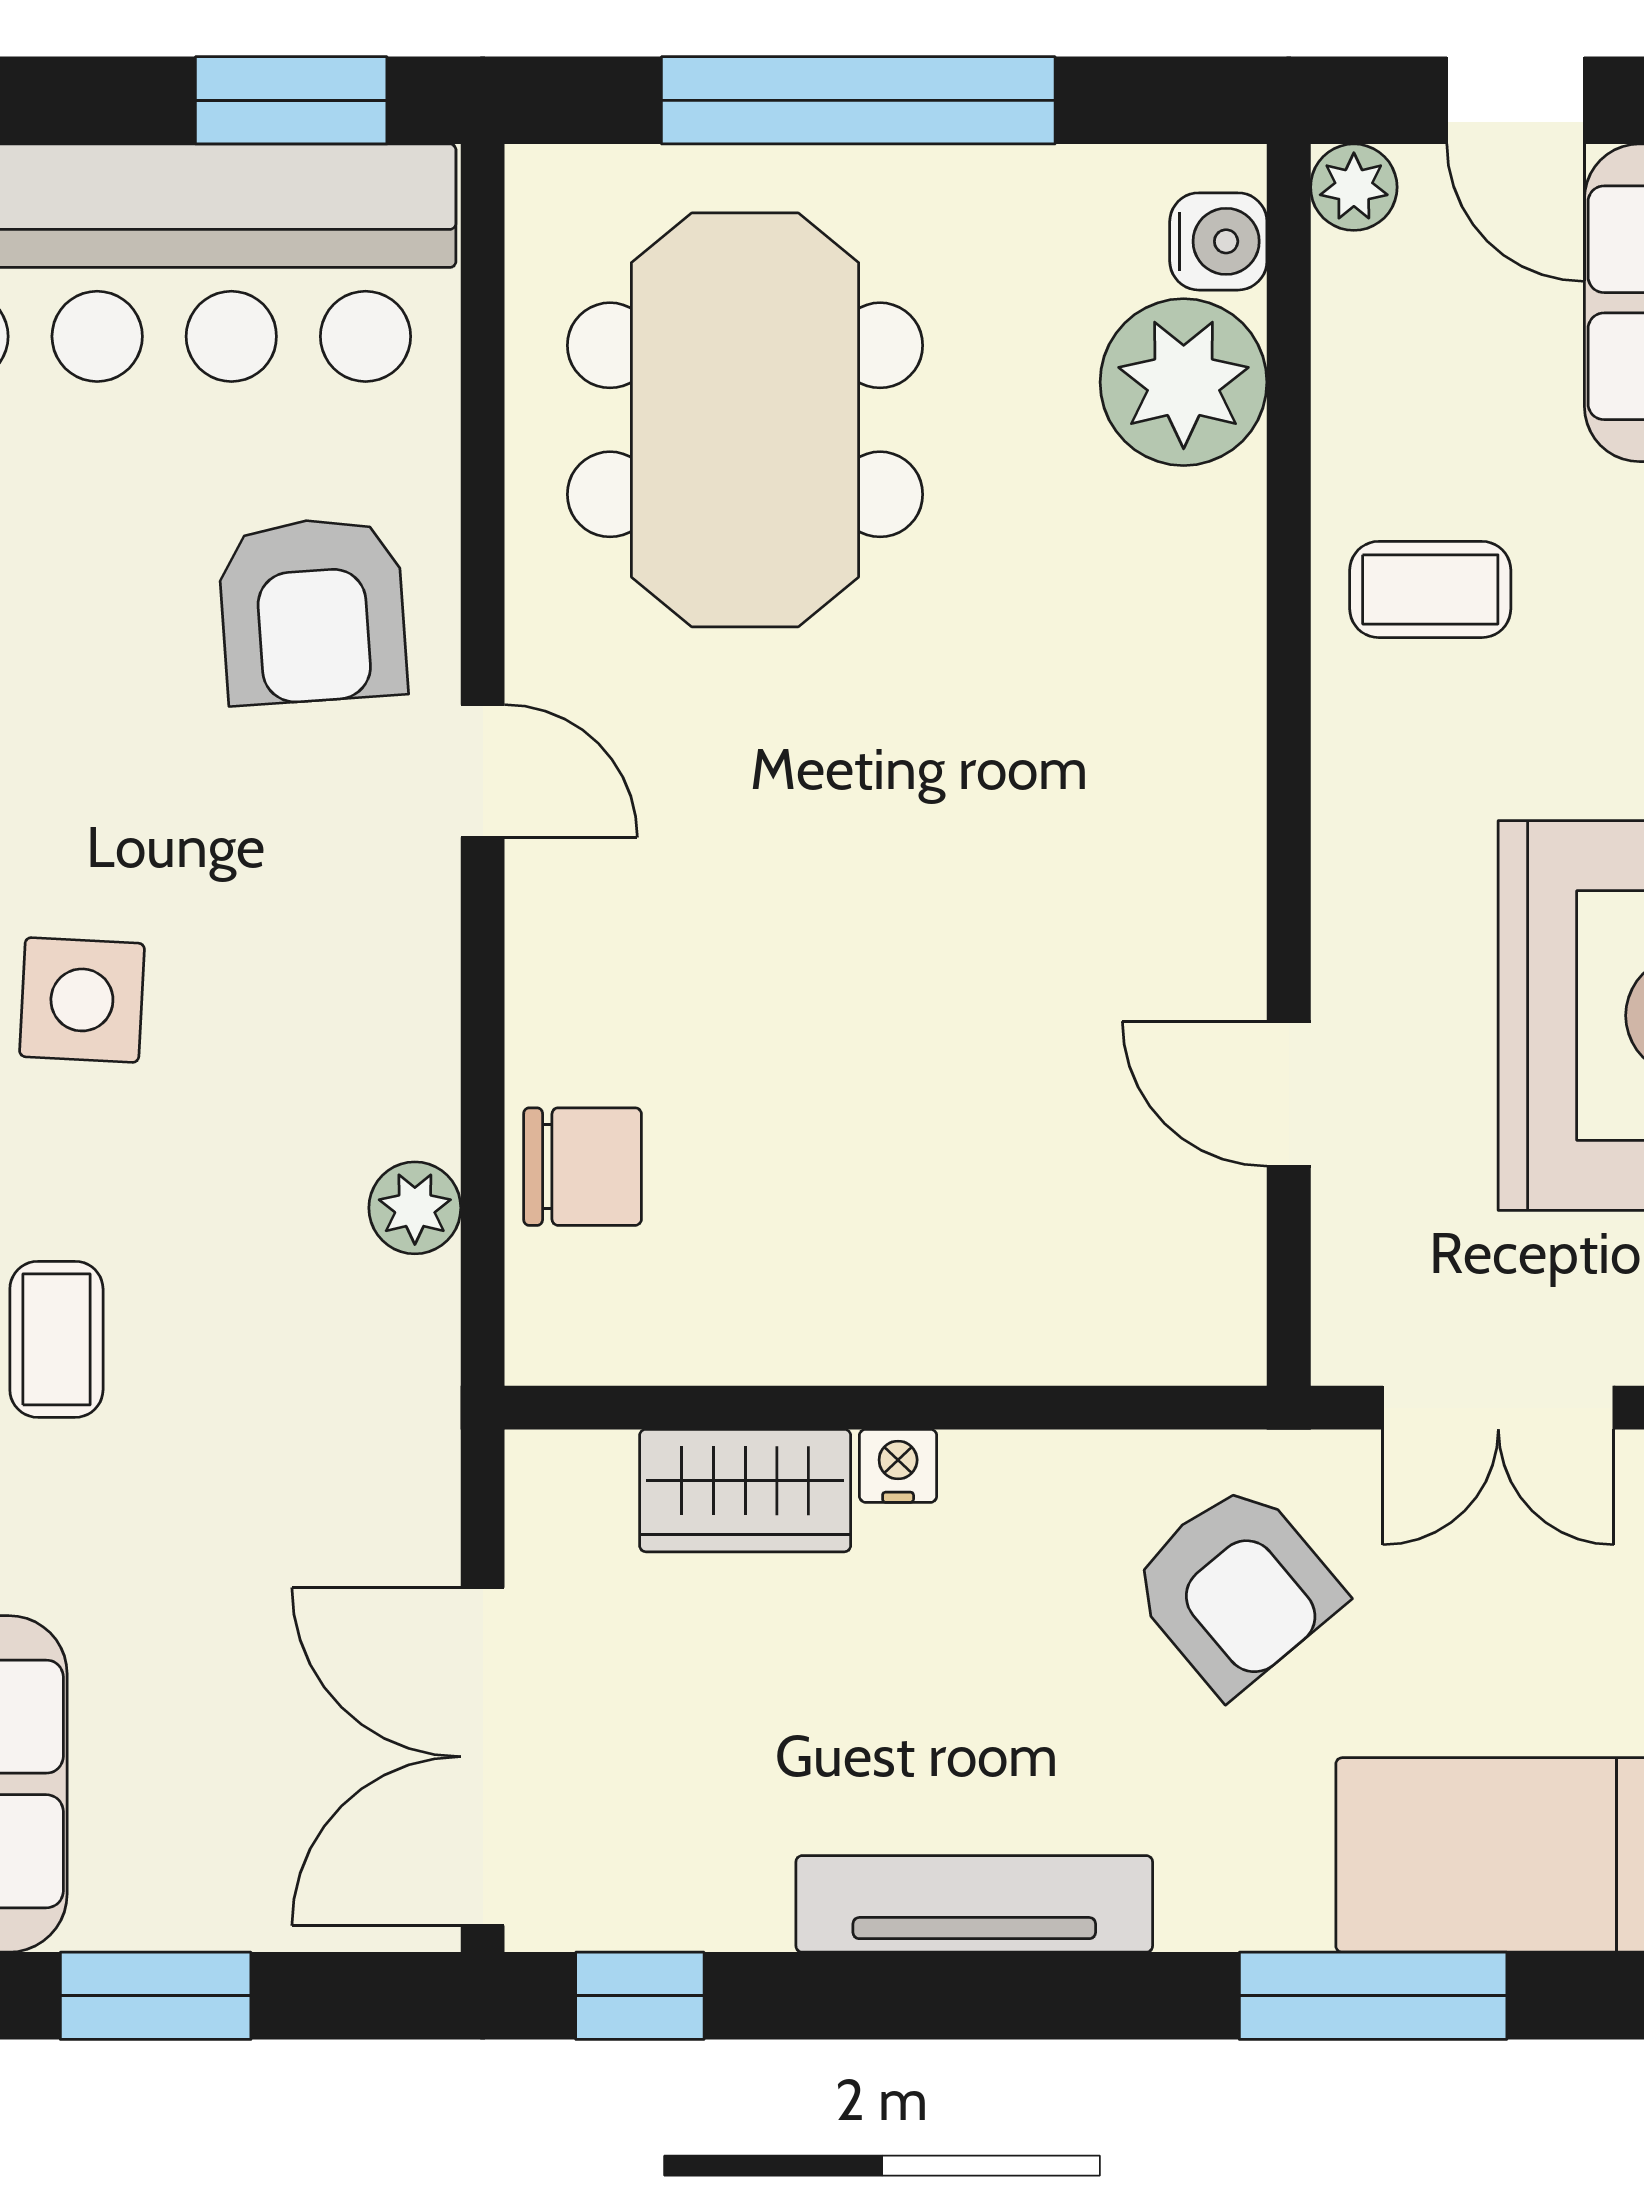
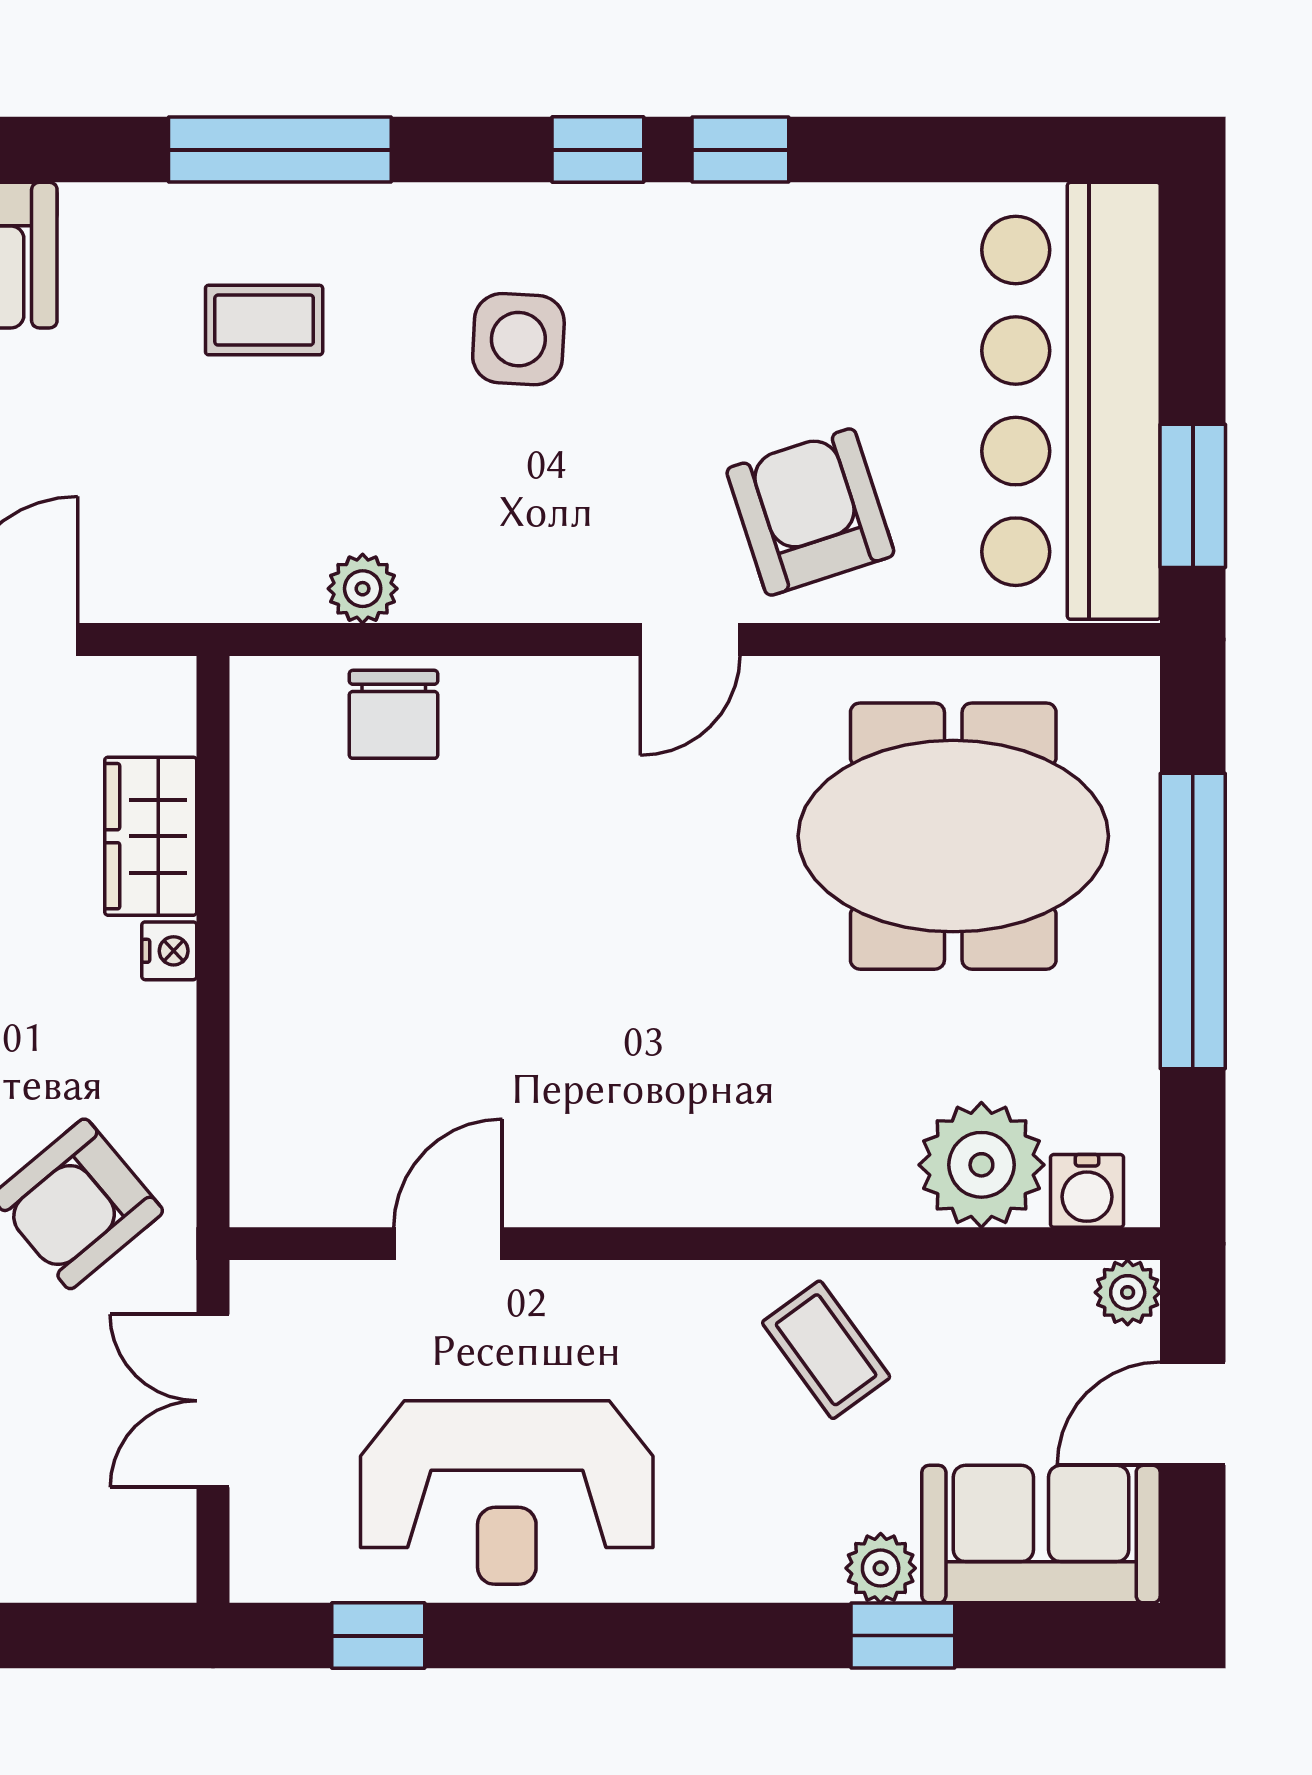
coffee table: (1430, 589) -> (826, 1350), turned -36
armchair: (313, 610) -> (810, 512), turned 76

